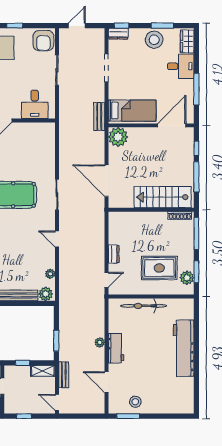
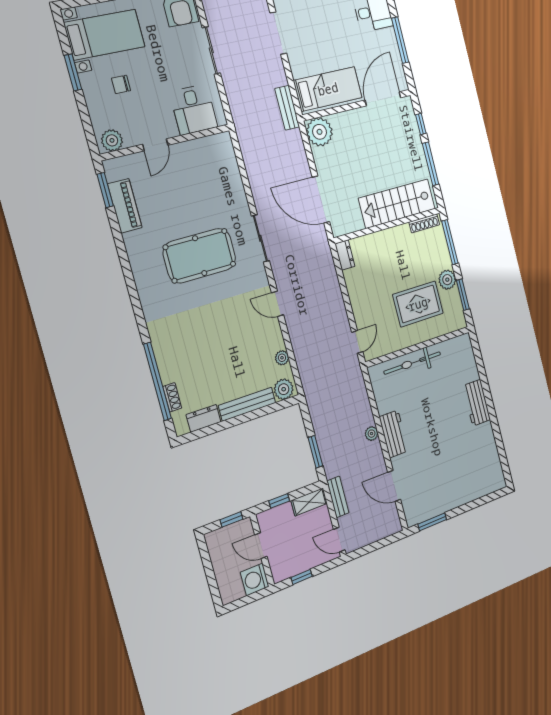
dresser: (114, 254) -> (345, 255), moved
plant: (187, 278) -> (447, 280), moved
workbench: (184, 348) -> (477, 403), width x0.53, depth x0.76
stool: (135, 402) -> (436, 499), removed

